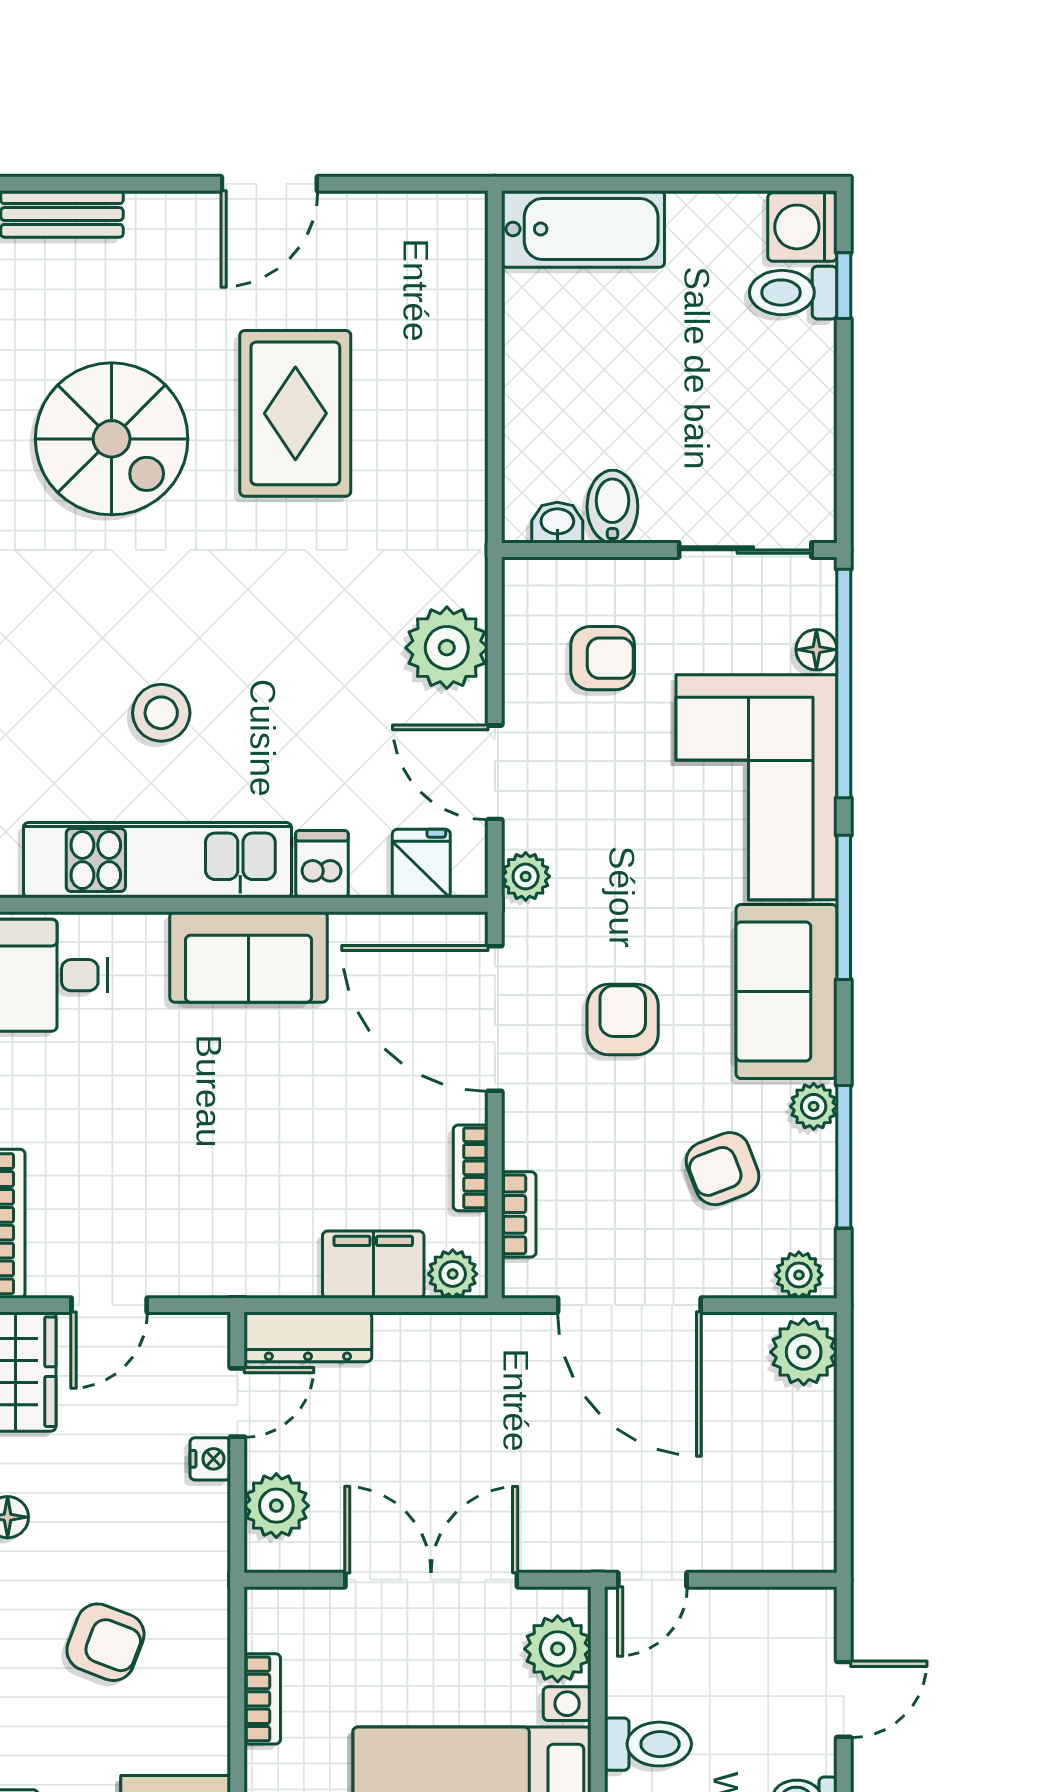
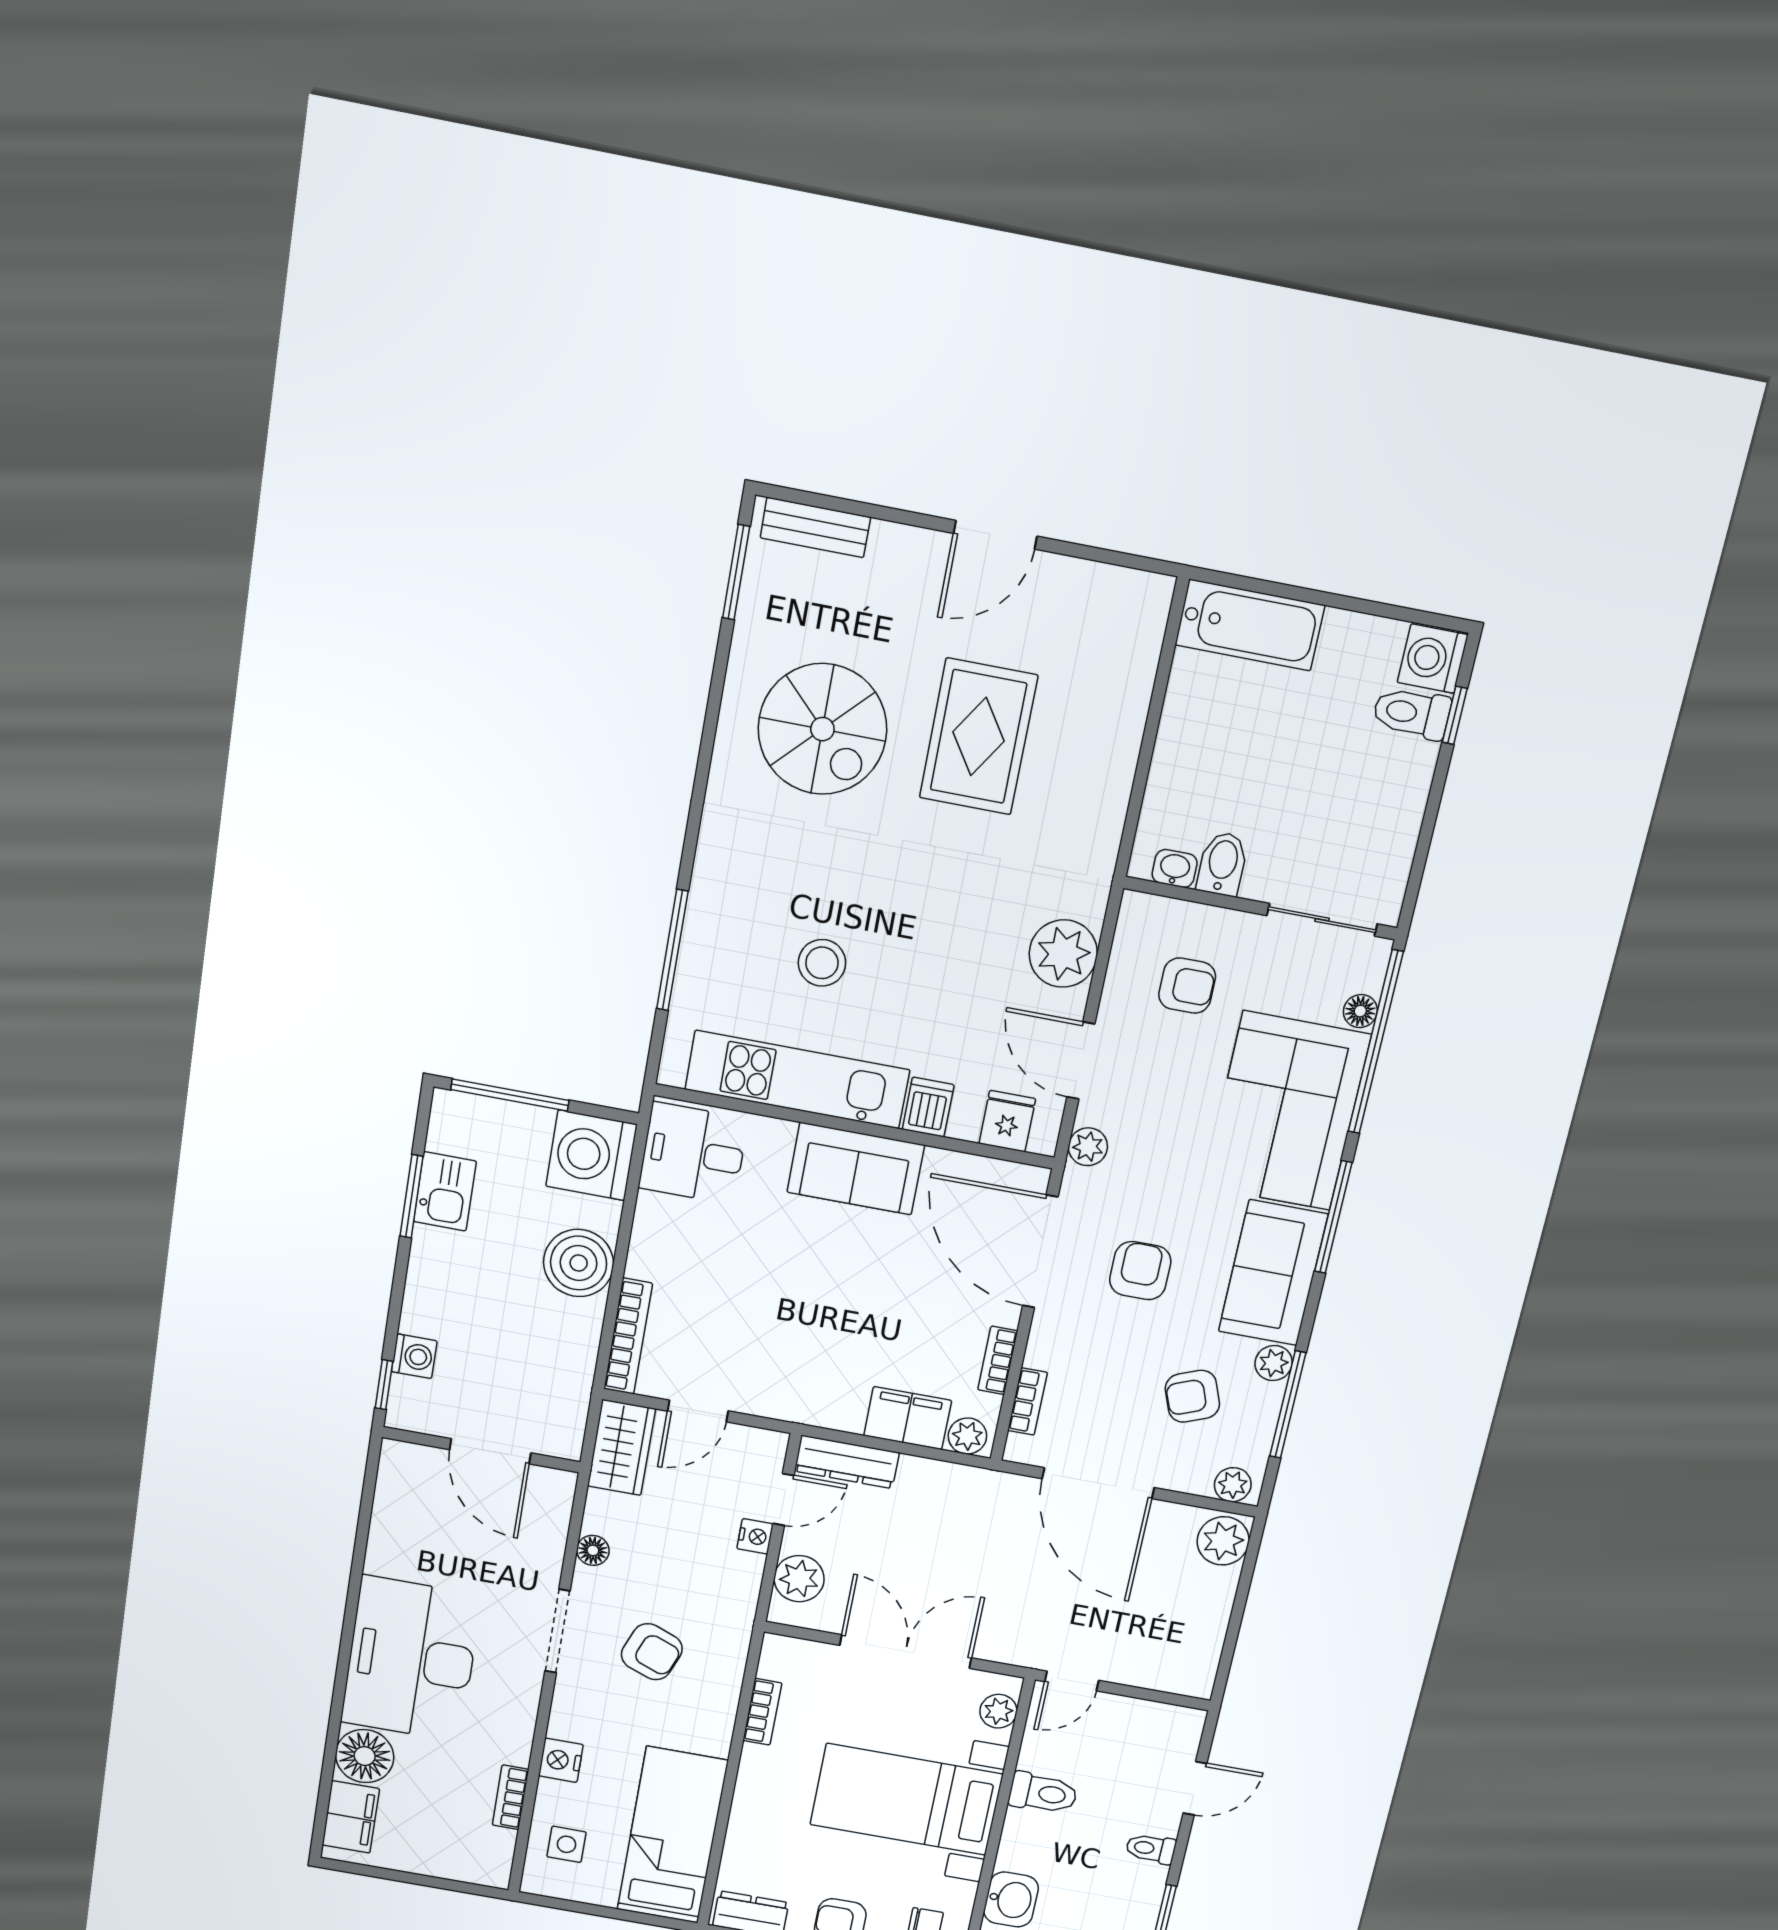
plant: (558, 1649) -> (998, 1711), width x0.73, depth x0.73

